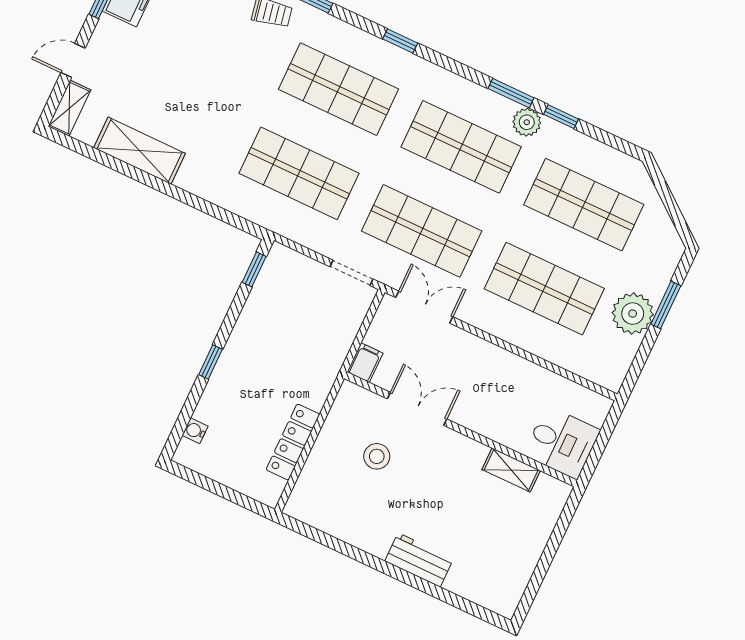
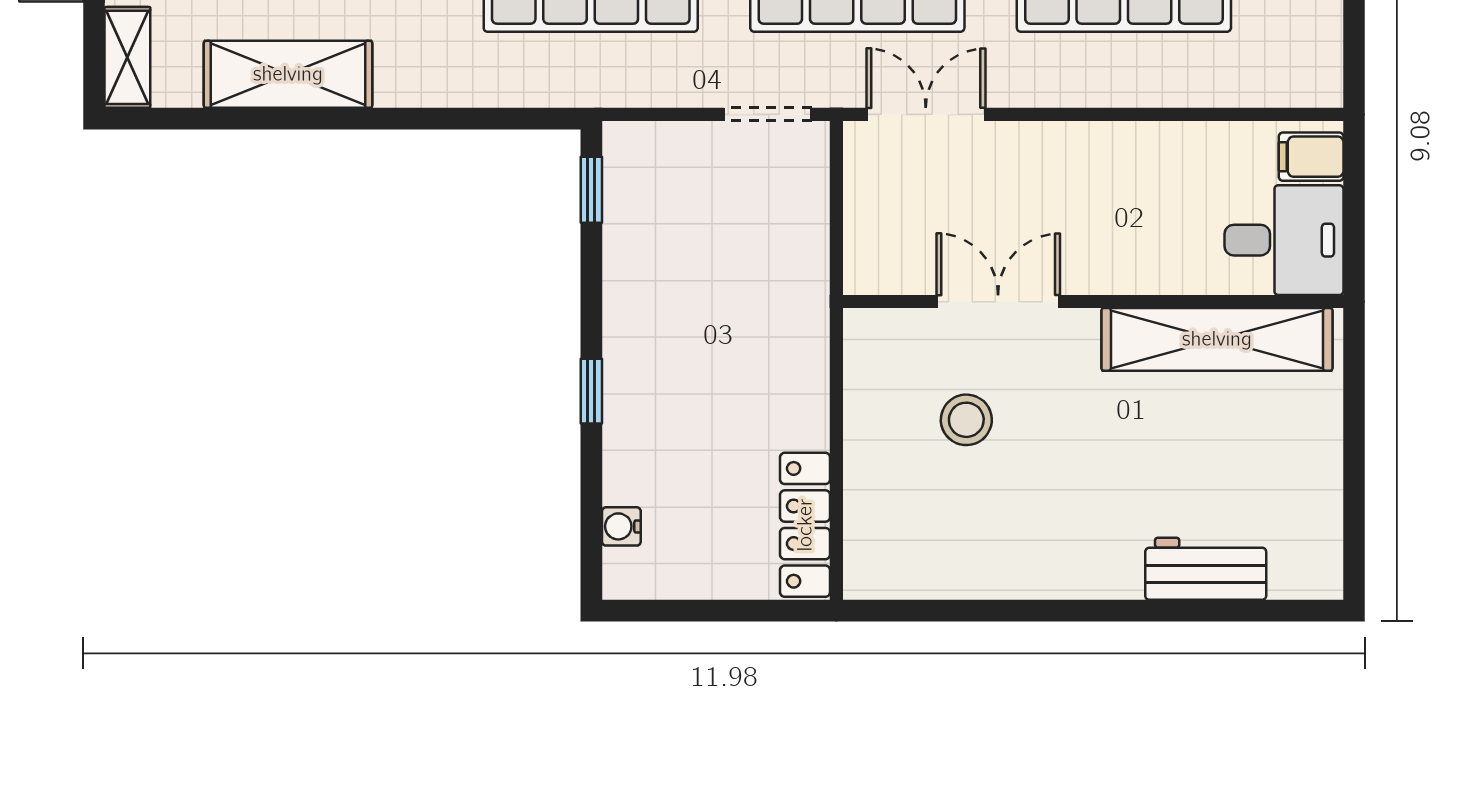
filing cabinet: (365, 363) -> (1311, 157), moved, turned -90
locker: (293, 442) -> (805, 525), moved
shelving: (511, 470) -> (1217, 339), width x2.20, depth x1.33
workbench: (419, 560) -> (1206, 569), moved

